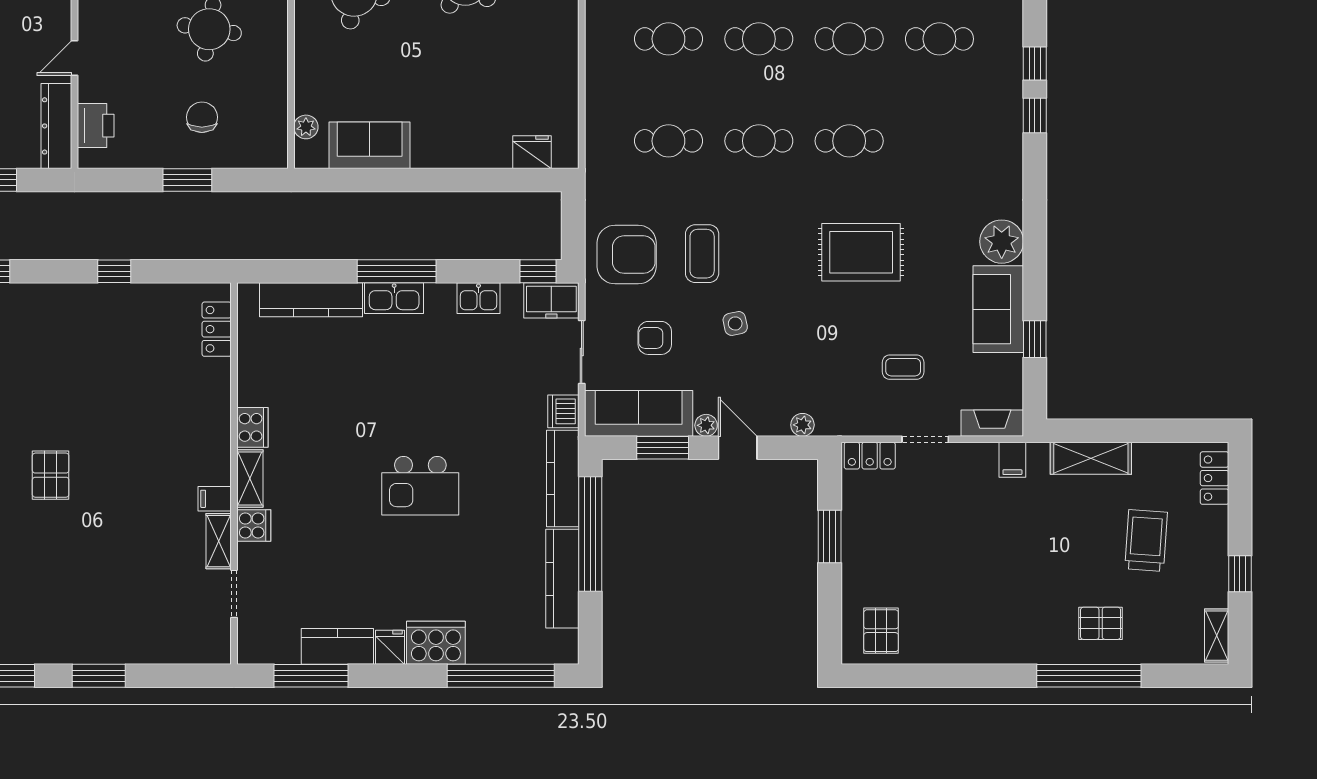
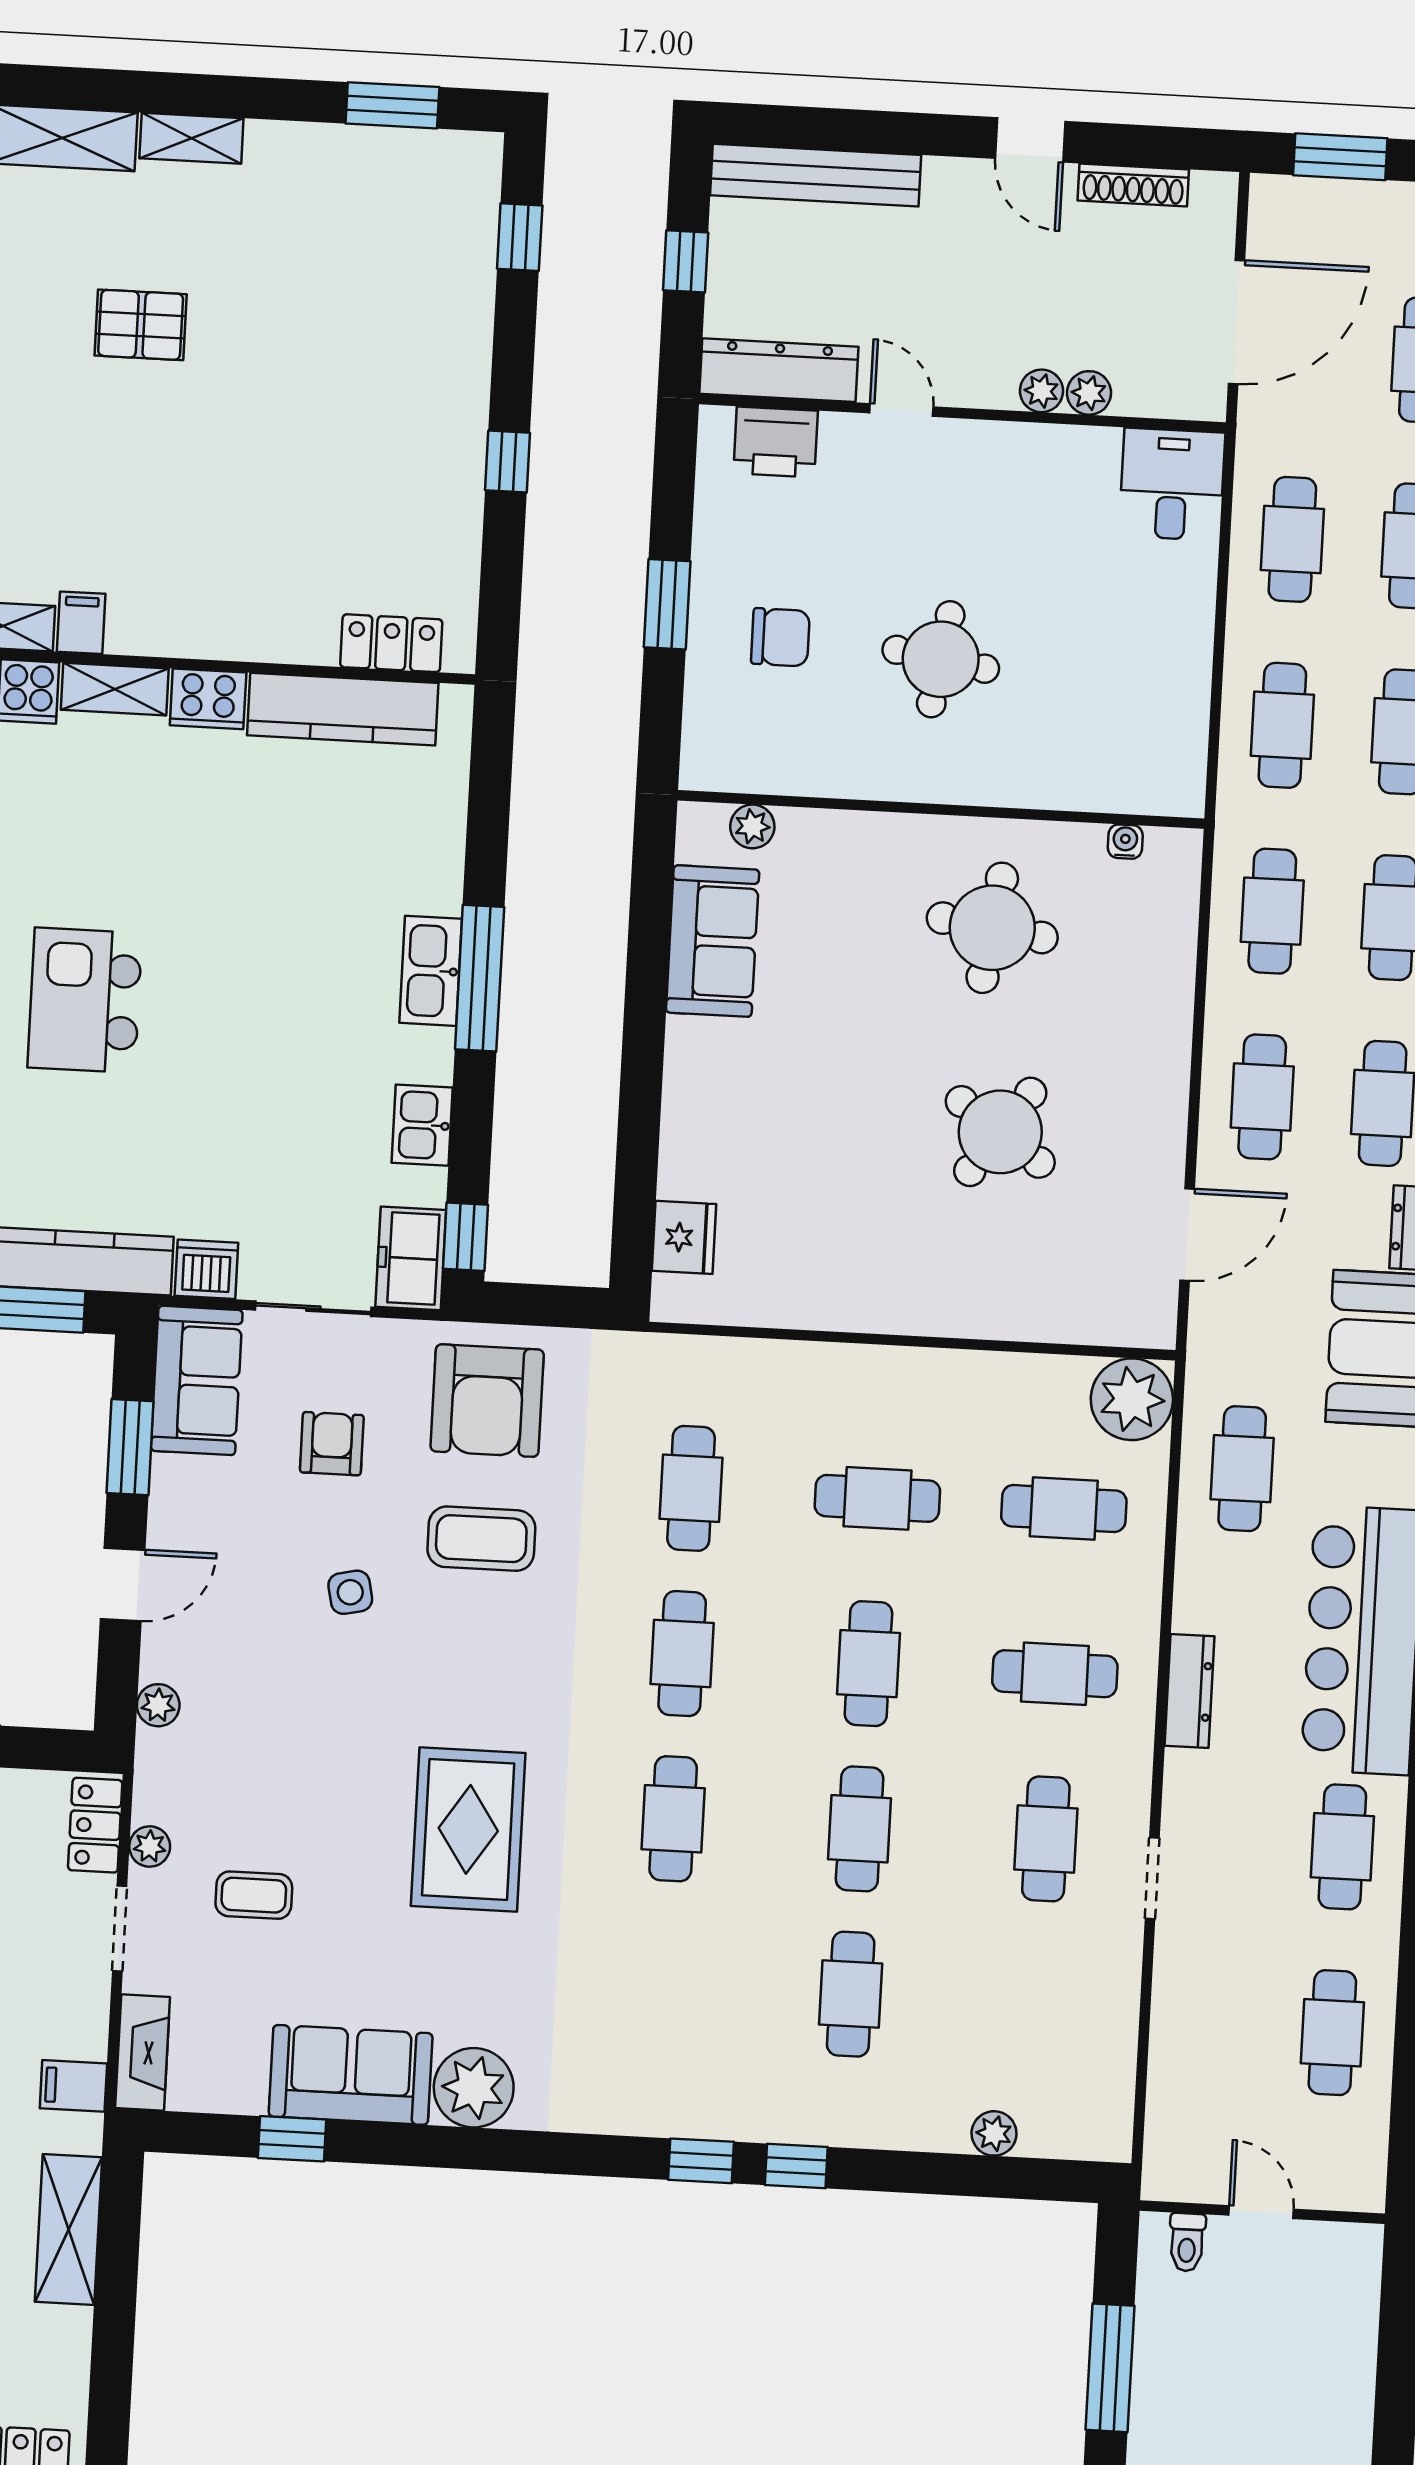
cafe table: (668, 39) -> (877, 1498), turned 90
kitchen counter: (311, 300) -> (343, 709), moved, turned -90
coffee table: (903, 367) -> (254, 1895), turned 90
sofa: (639, 413) -> (197, 1380), width x0.73
plant: (706, 425) -> (150, 1846), moved

